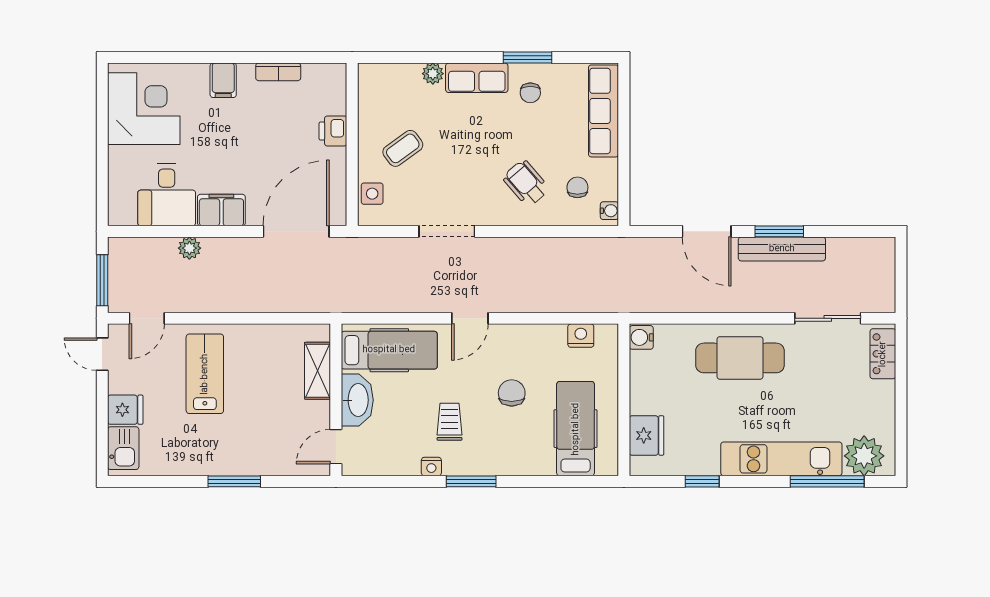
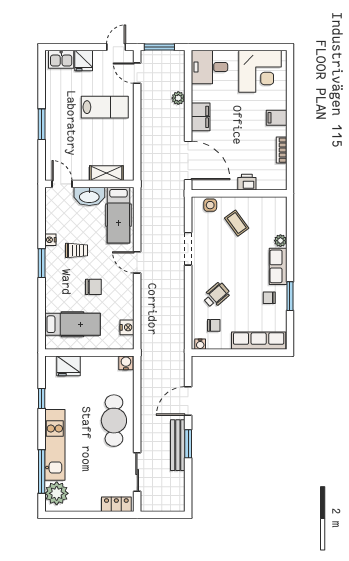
desk: (167, 195) -> (209, 67), moved

